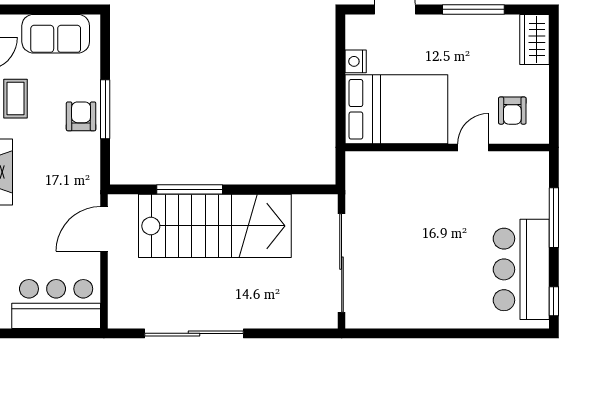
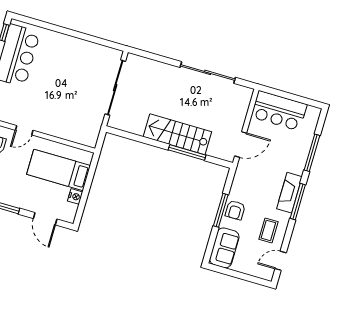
sofa: (56, 34) -> (224, 248), moved, turned 90
bed: (396, 109) -> (59, 170), width x0.67
stairs: (215, 226) -> (177, 134), width x0.73, depth x0.66

